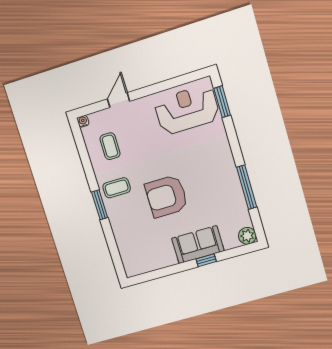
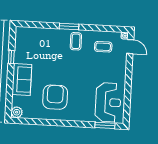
door: (119, 100) -> (130, 47), moved
window: (247, 187) -> (47, 122), removed
armchair: (166, 196) -> (55, 97), moved
window: (206, 260) -> (11, 57), moved

